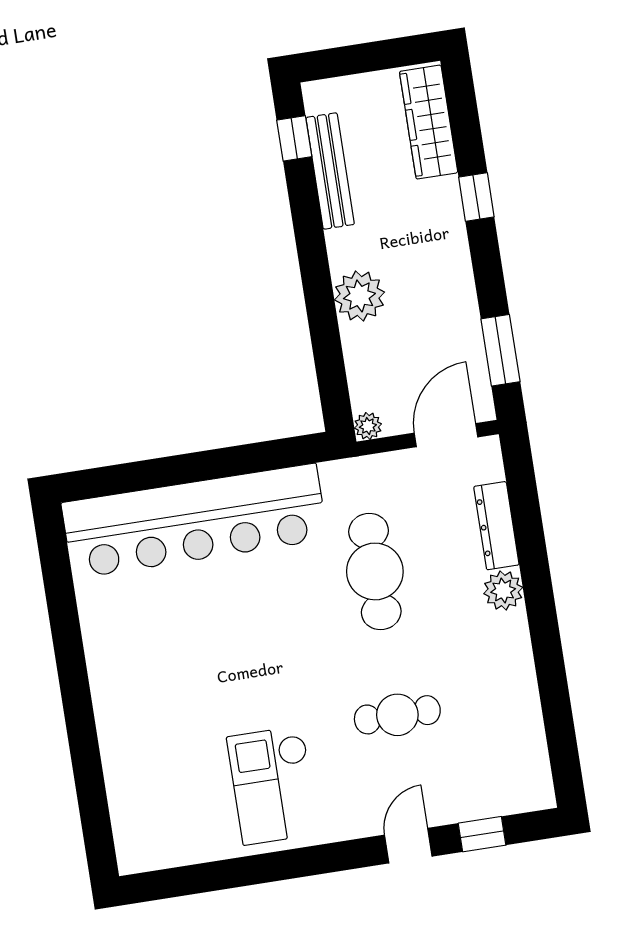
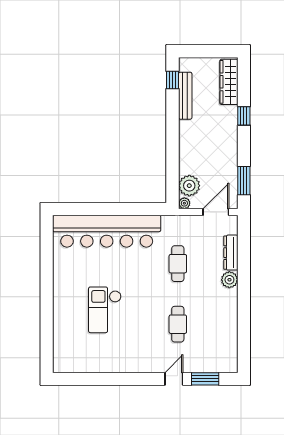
plant: (359, 296) -> (189, 186), moved
cafe table: (375, 571) -> (178, 264), width x0.73, depth x0.74
cafe table: (397, 715) -> (178, 324), turned 90
checkout: (273, 785) -> (105, 310), moved
window: (482, 834) -> (205, 379), width x1.50

